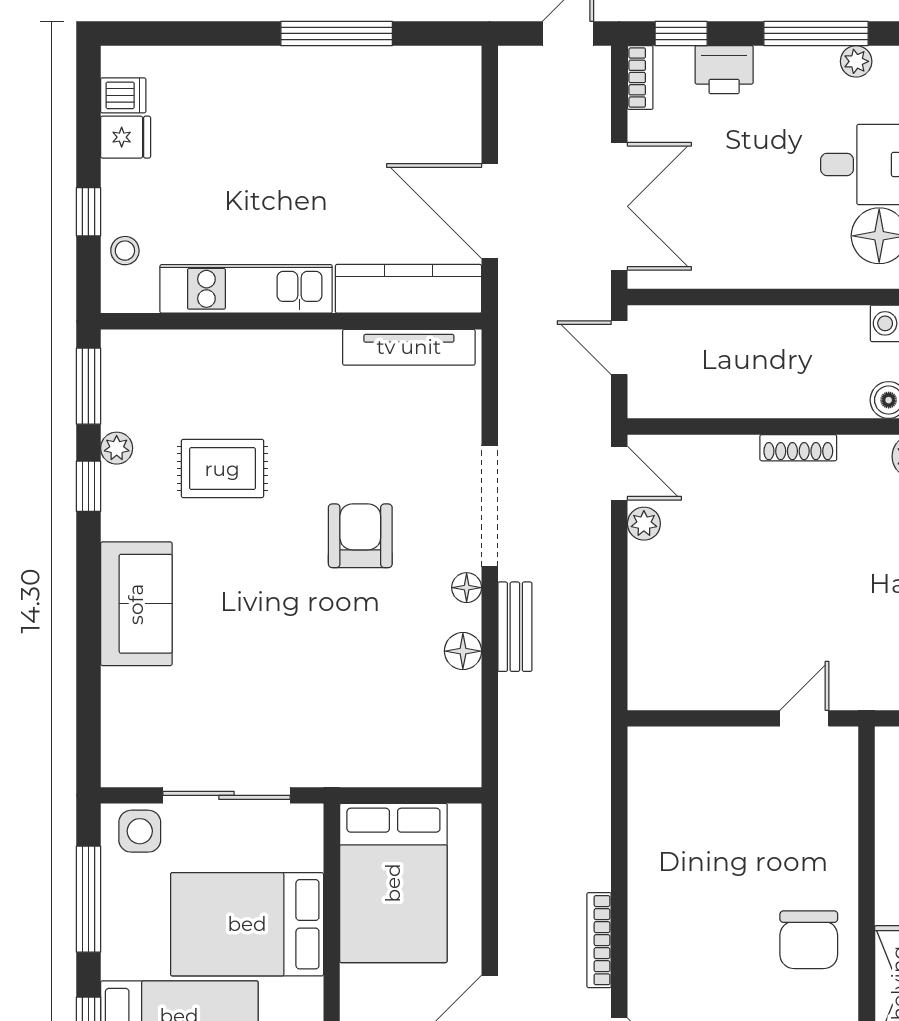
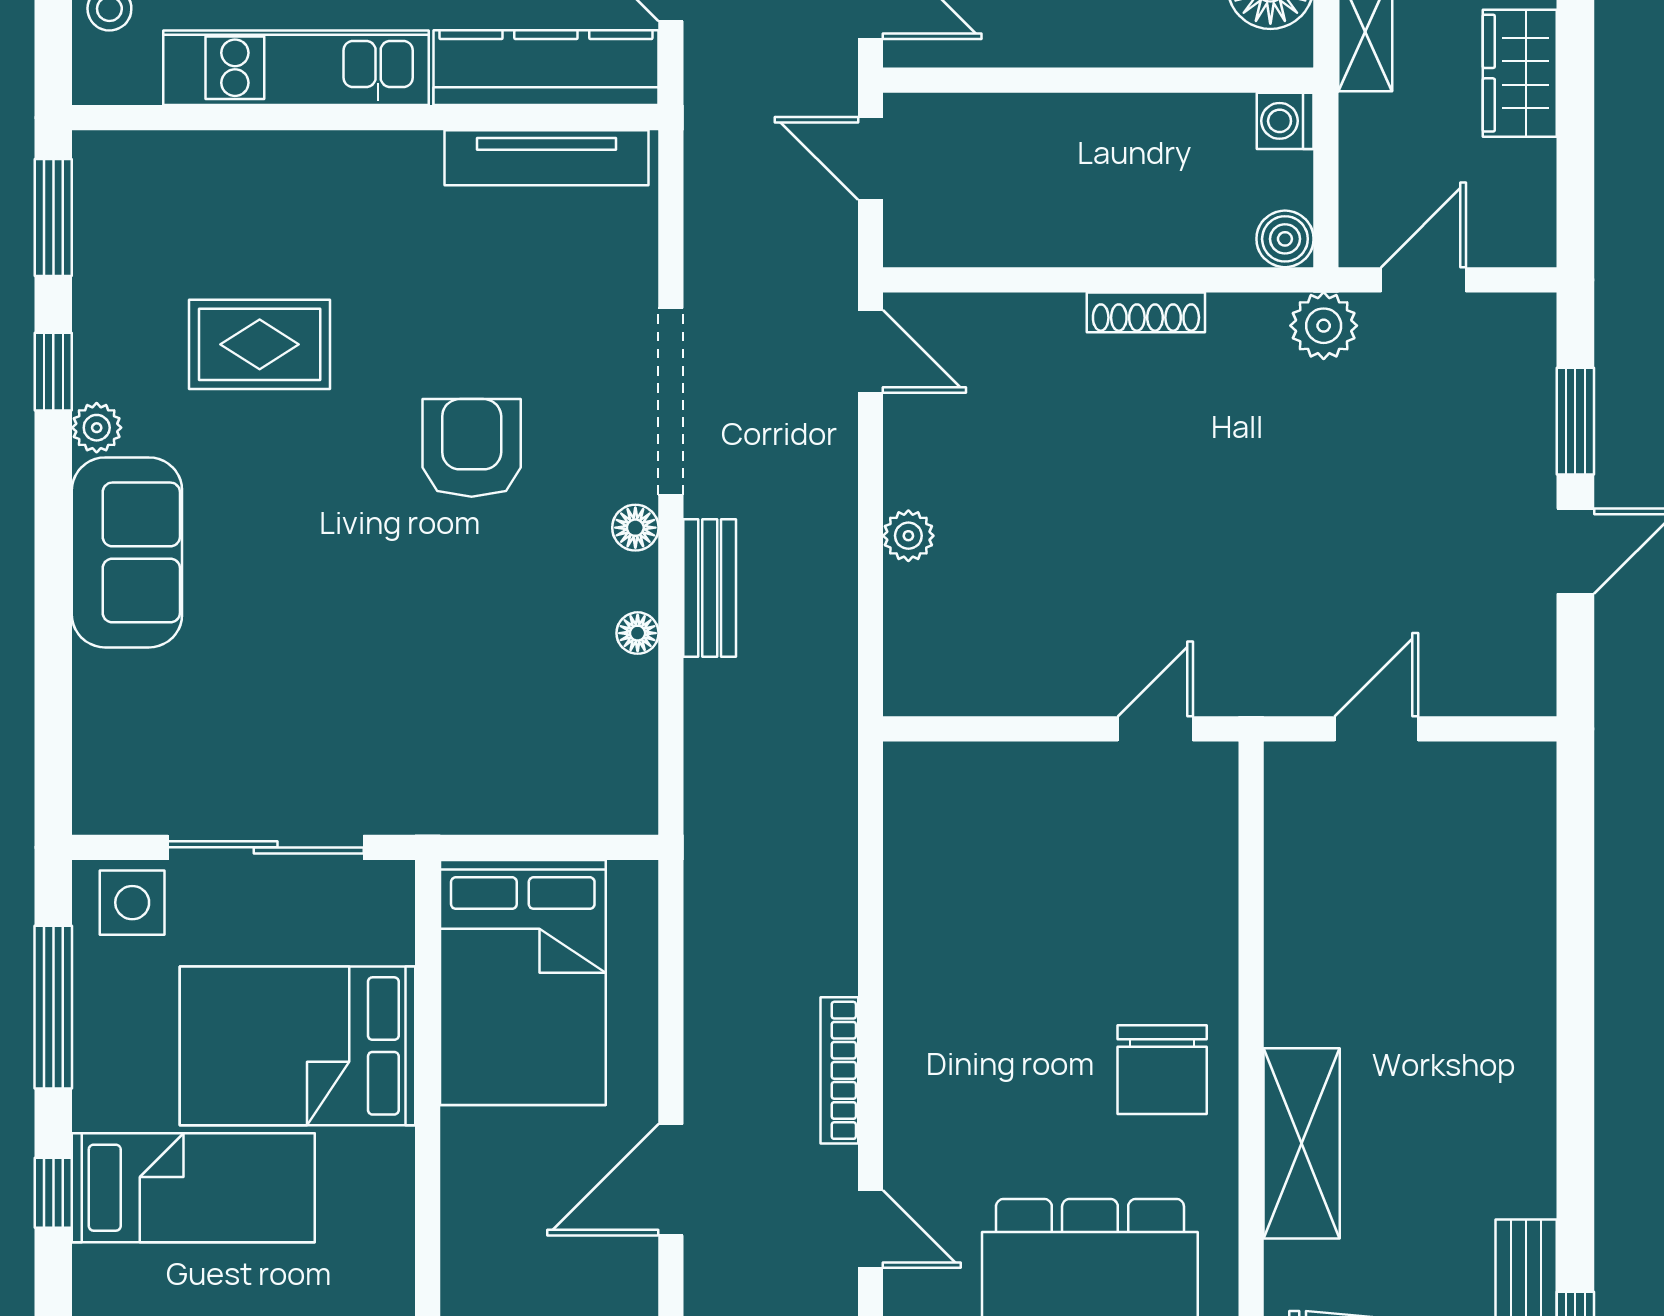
plant: (117, 448) -> (97, 428), moved
plant: (644, 524) -> (908, 536), moved
floor lamp: (463, 651) -> (638, 633), width x0.73, depth x0.73

